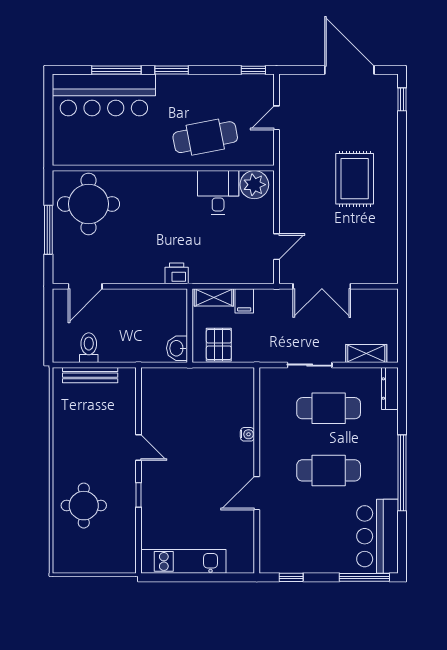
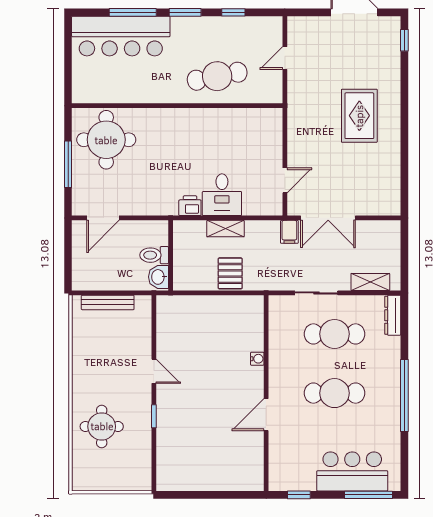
window: (253, 70) -> (233, 12), moved
plant: (254, 185) -> (264, 121), removed
desk: (218, 193) -> (222, 195), moved, turned 180
filing cabinet: (244, 301) -> (289, 232), moved
wall: (190, 326) -> (171, 255), moved
toilet: (89, 348) -> (154, 255), moved, turned -90
washbasin: (177, 348) -> (159, 277), moved
bar counter: (377, 536) -> (352, 471), moved, turned 90
kitchen unit: (183, 561) -> (196, 480), removed

